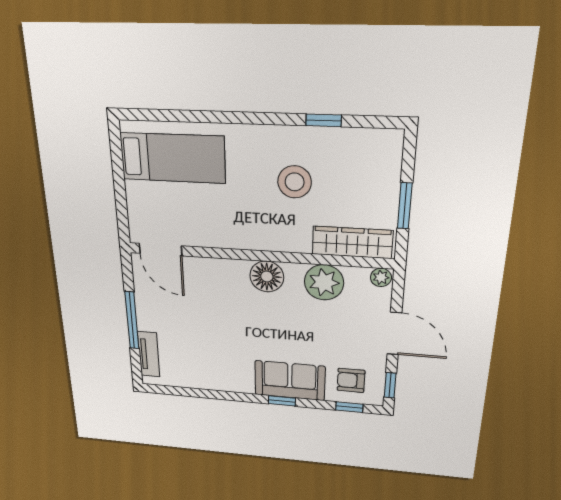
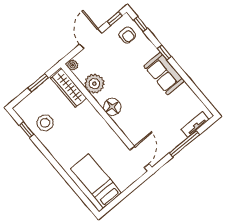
window: (324, 120) -> (26, 130), moved
stool: (295, 182) -> (45, 123), moved
sofa: (290, 381) -> (164, 74), moved

